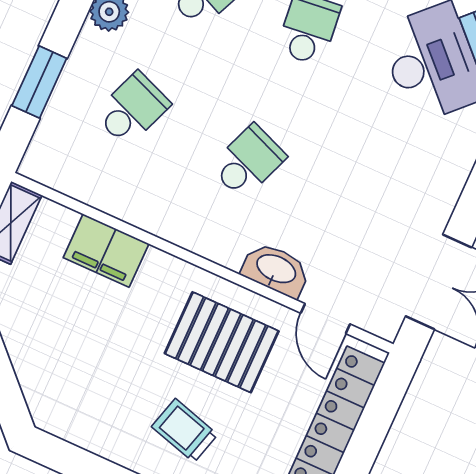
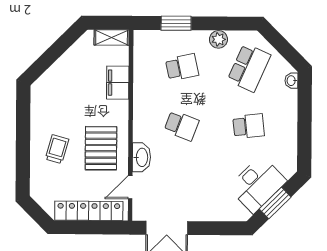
school desk: (132, 109) -> (182, 67), turned -33

